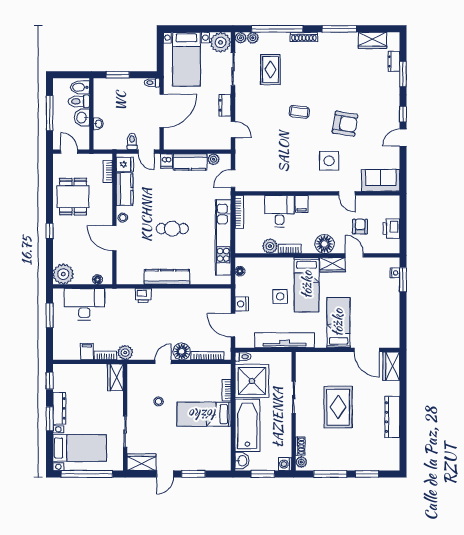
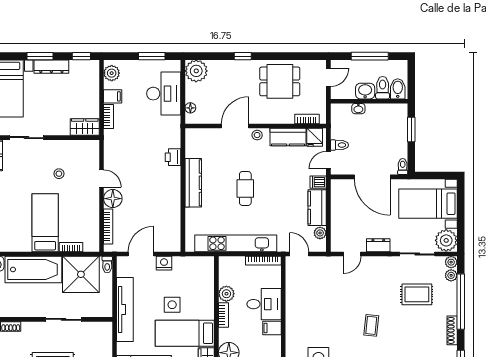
floor lamp: (240, 271) -> (199, 261), removed
plant: (125, 353) -> (112, 73), moved

